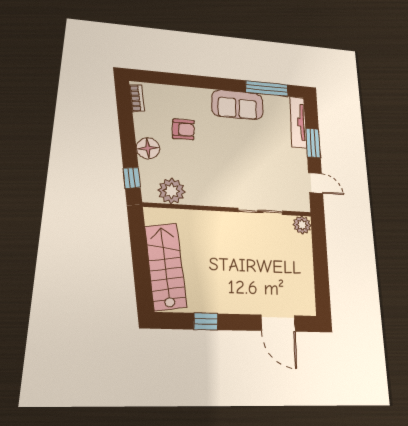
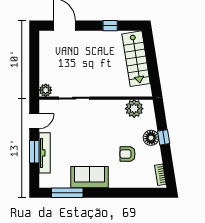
tv unit: (298, 122) -> (45, 153), moved
window: (132, 178) -> (164, 137), moved
door: (316, 183) -> (34, 121), swing flipped

